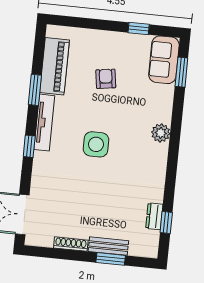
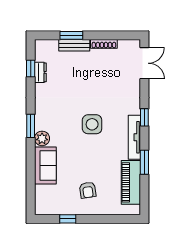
sofa: (164, 60) -> (45, 166), moved
window: (181, 72) -> (31, 126), moved
armchair: (106, 79) -> (88, 190), moved

